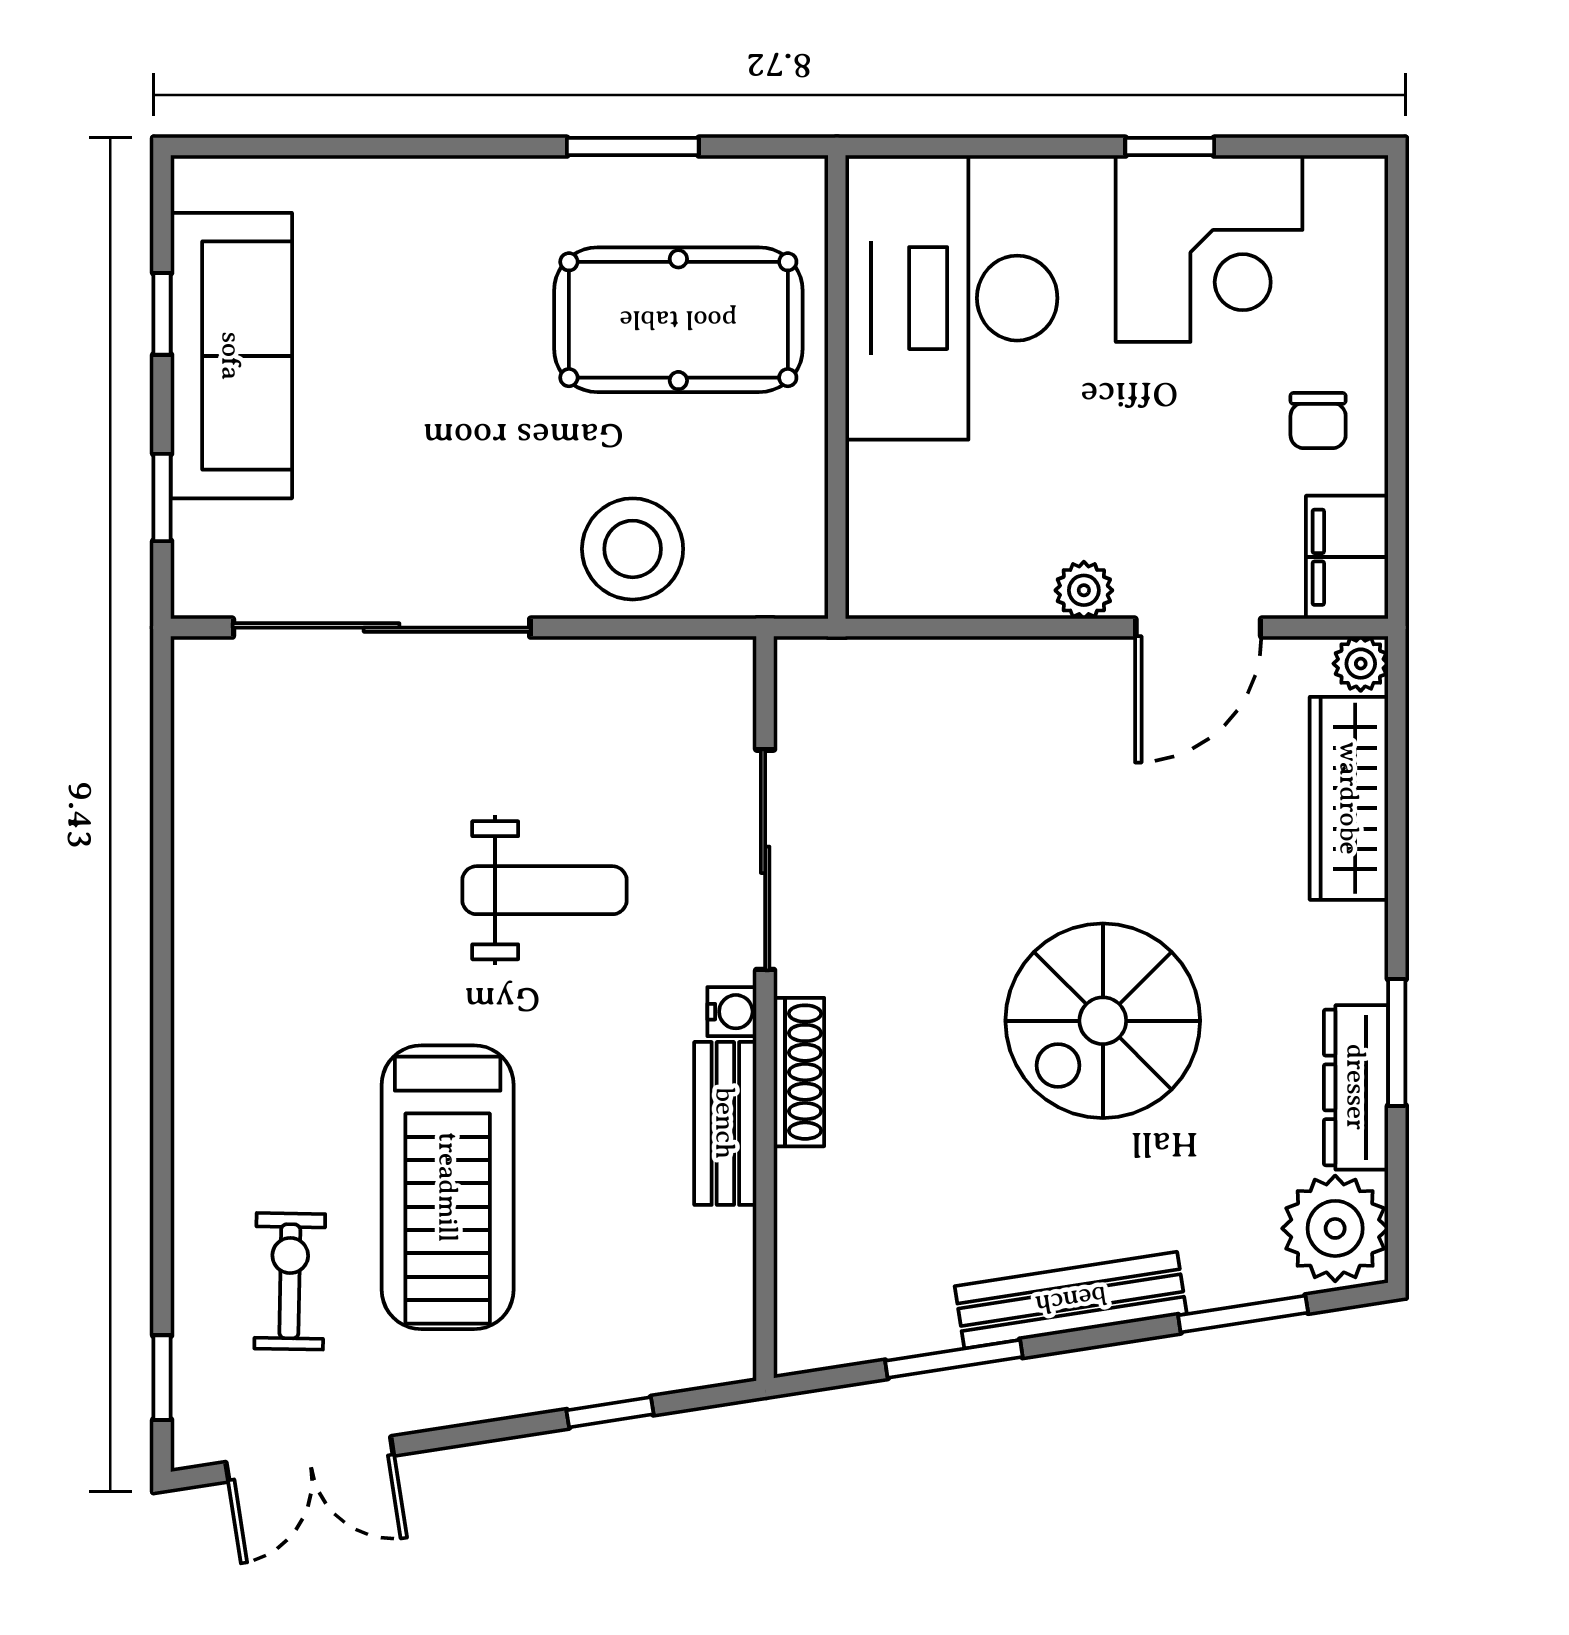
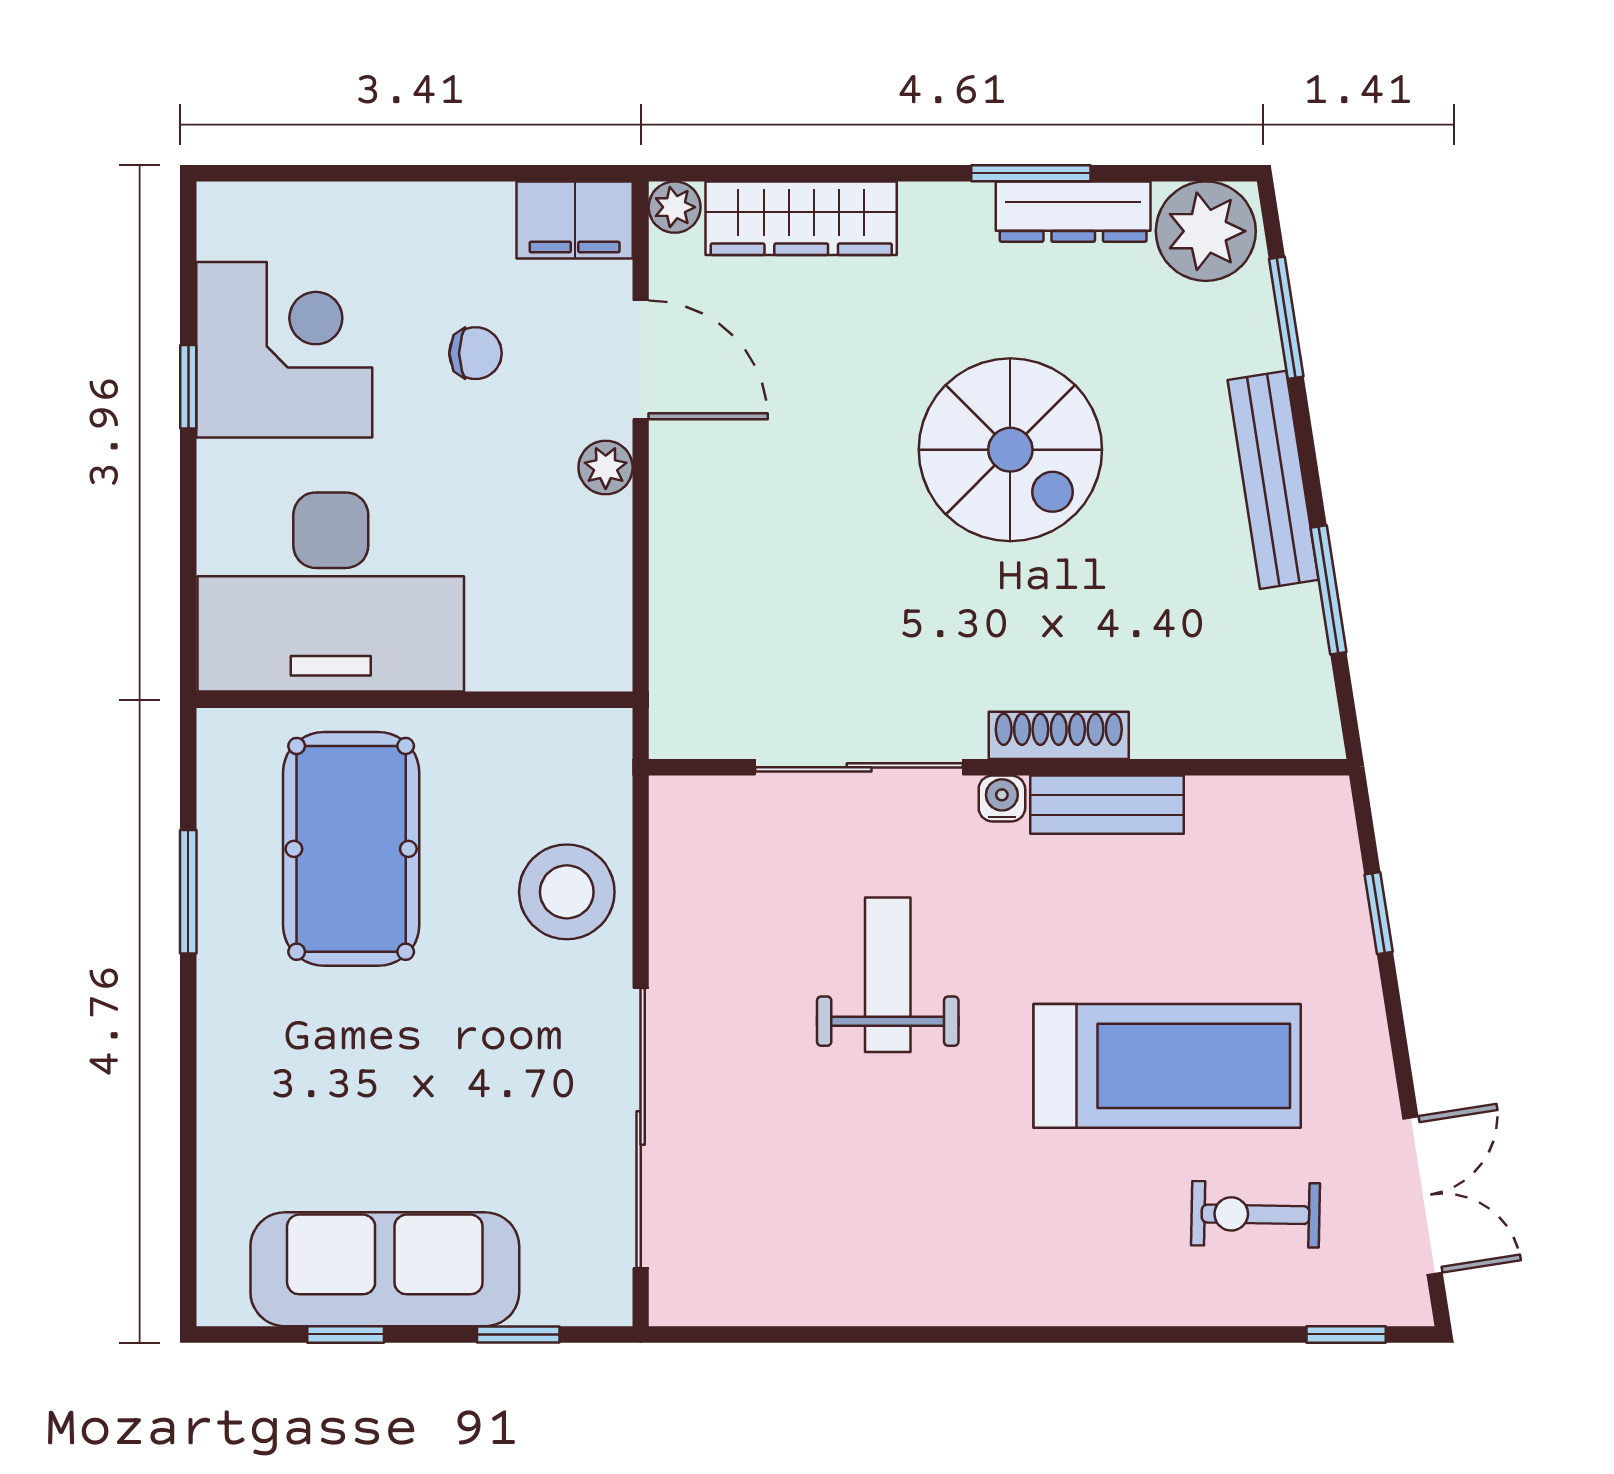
chair: (1318, 421) -> (476, 353), moved

